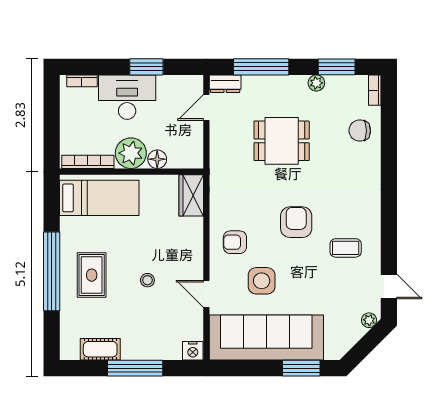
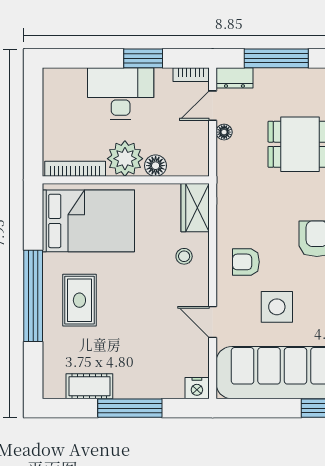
bookcase: (82, 81) -> (191, 75), moved
floor lamp: (216, 130) -> (224, 132), added
bed: (99, 198) -> (88, 221), width x1.50
stool: (147, 280) -> (184, 256), moved

